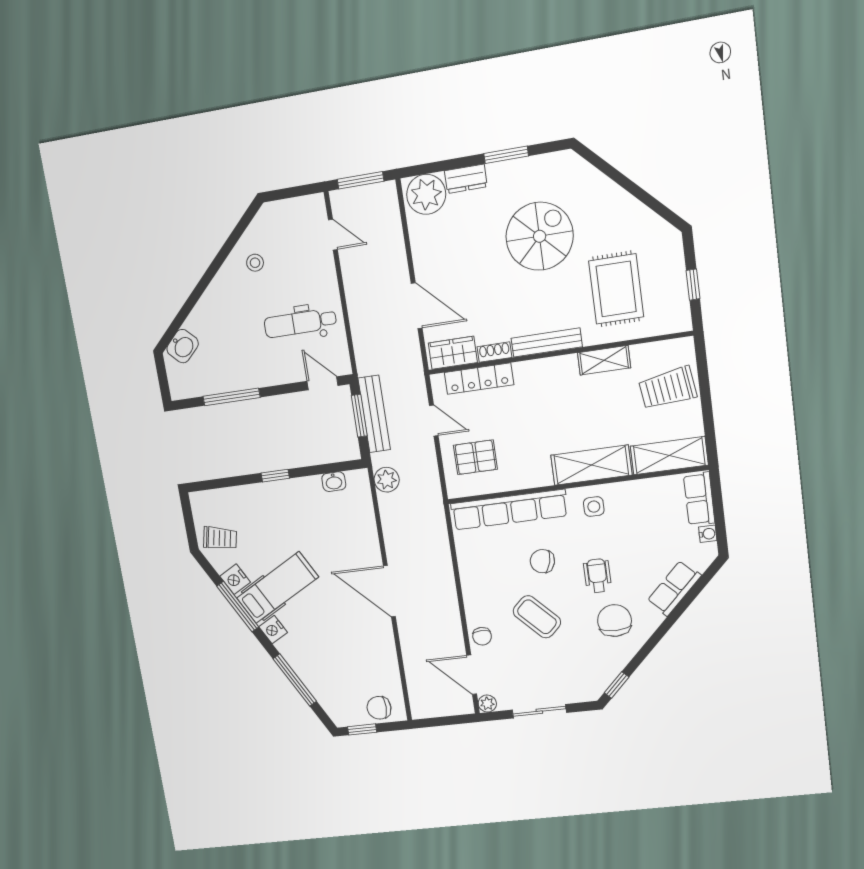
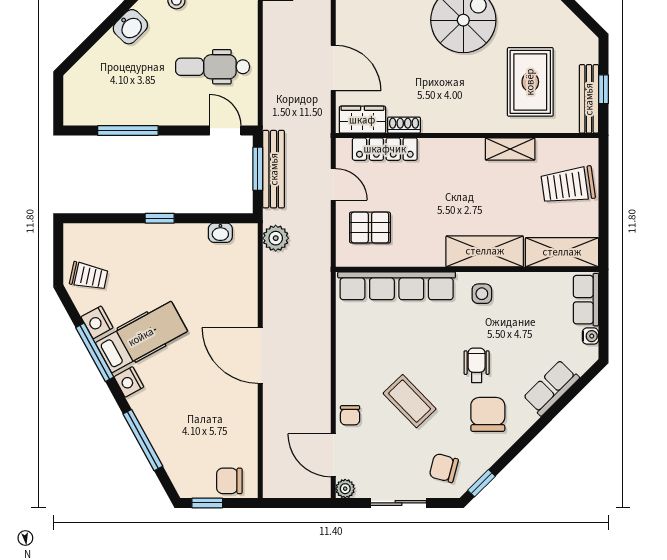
bench: (547, 343) -> (589, 99), moved, turned 90
washbasin: (183, 346) -> (130, 27), moved
chair: (542, 561) -> (444, 468), moved

